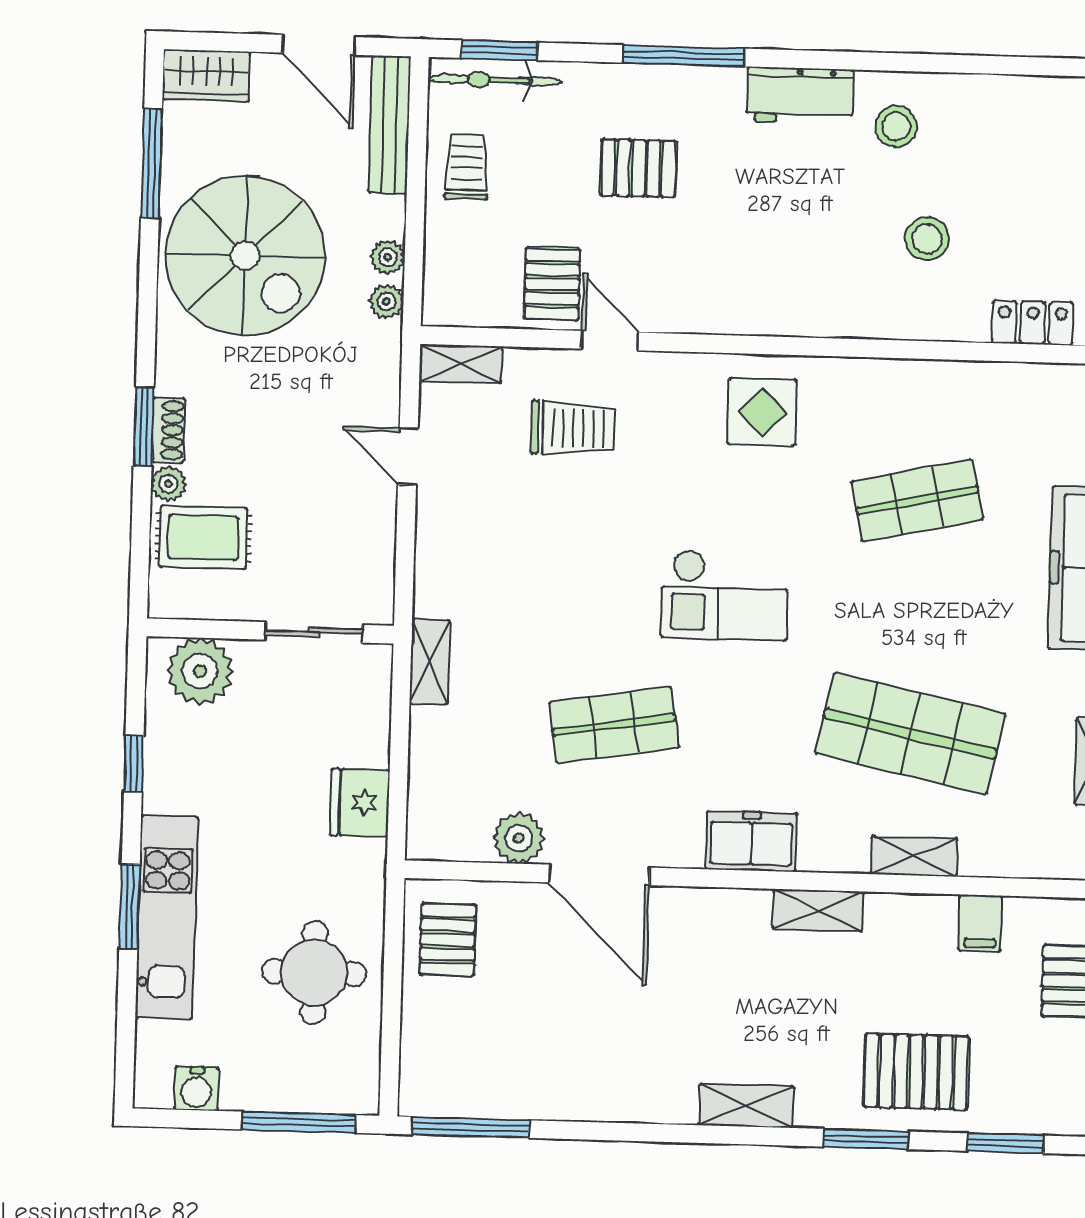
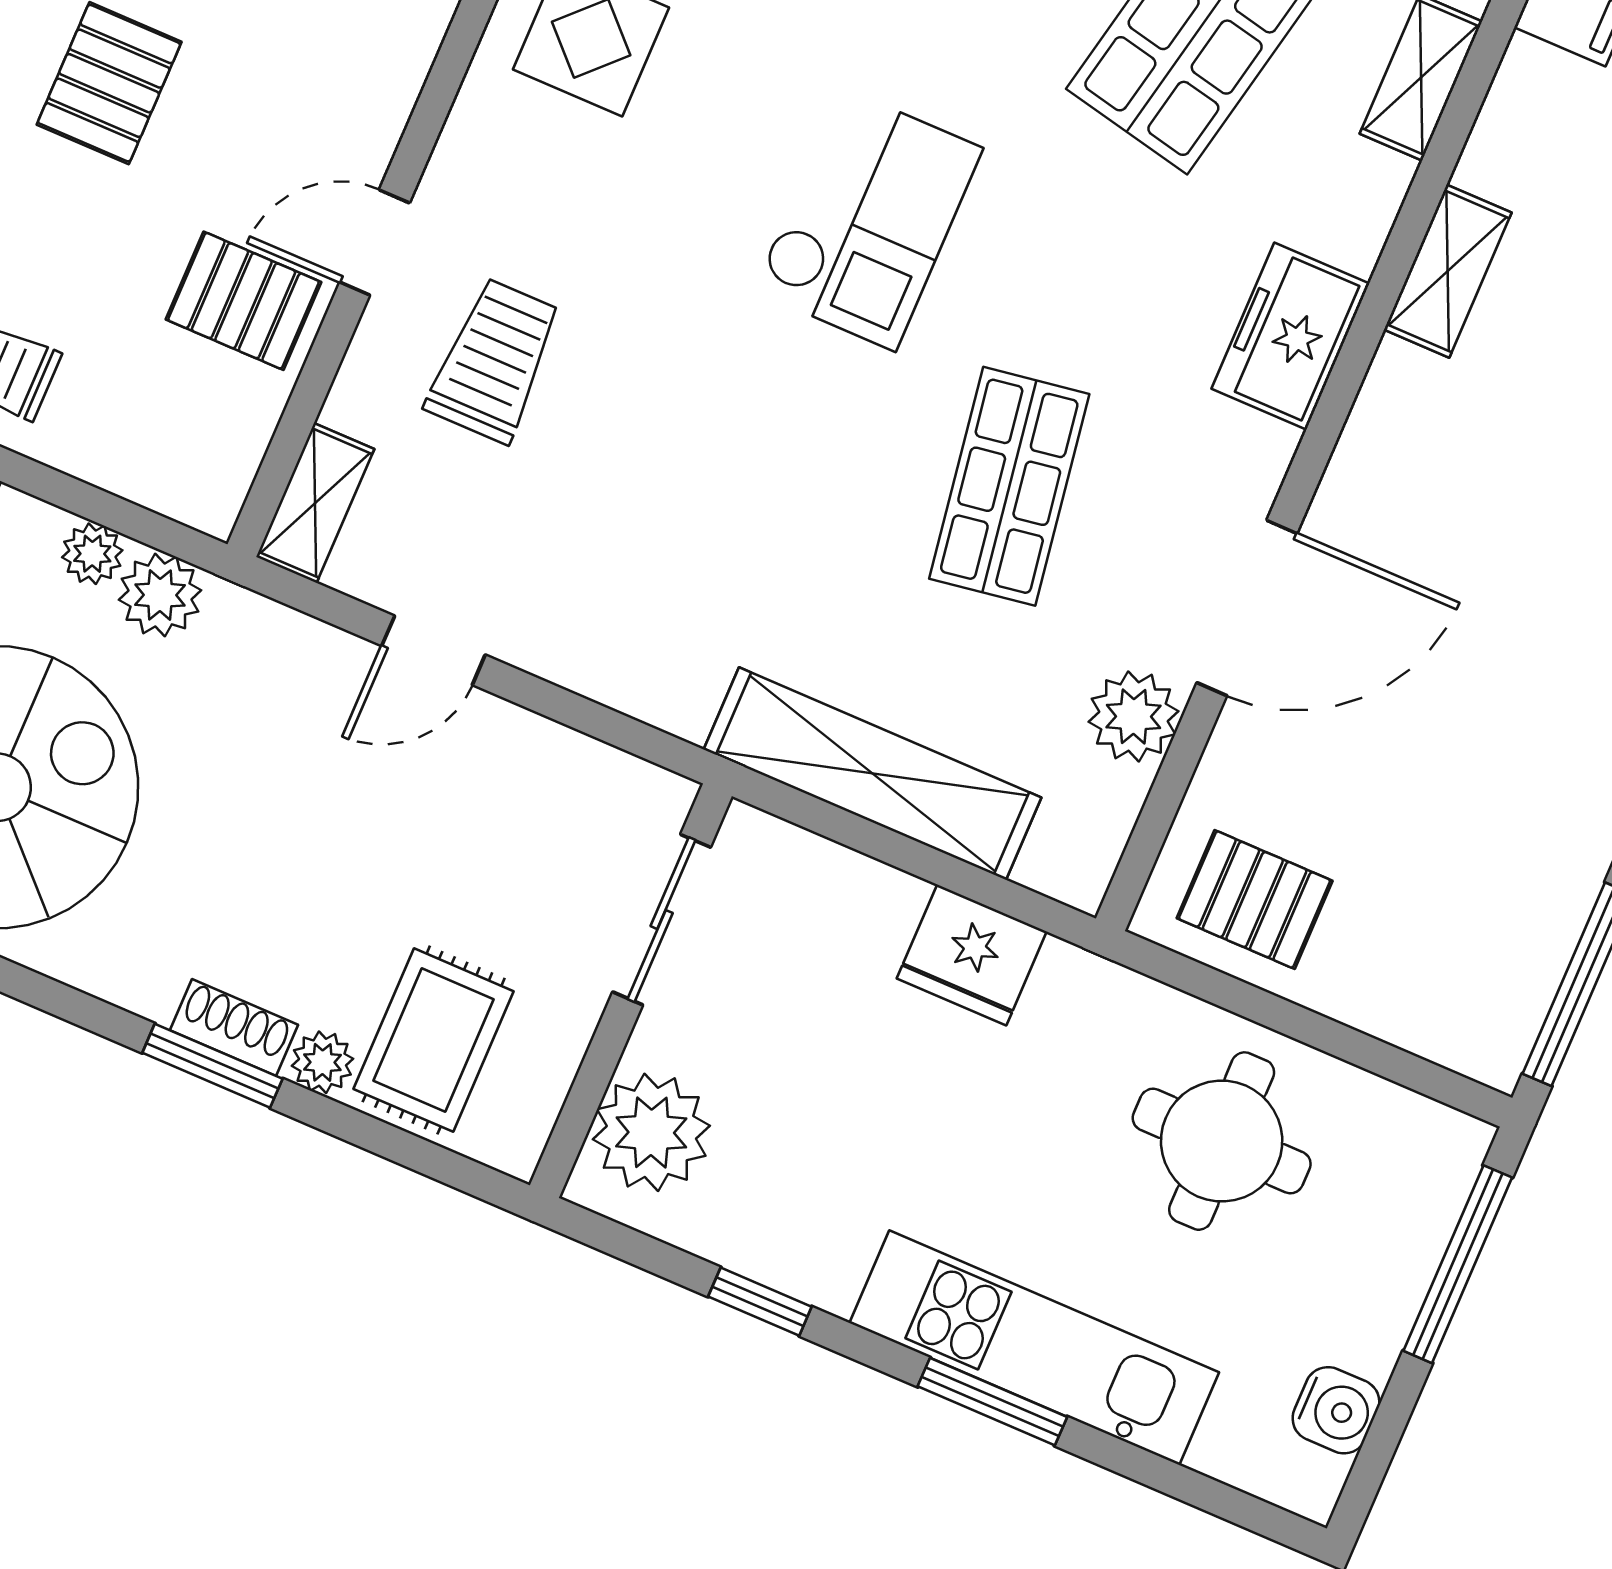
plant: (387, 301) -> (160, 595), width x1.38, depth x1.38
shelving: (430, 662) -> (872, 774), width x2.20, depth x1.33

